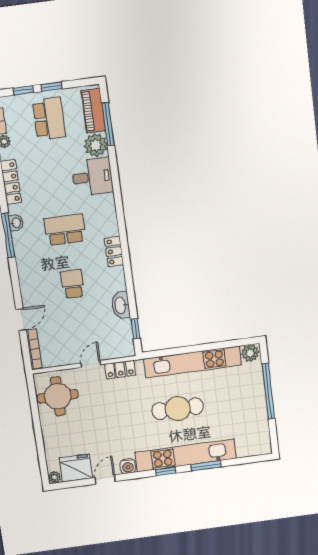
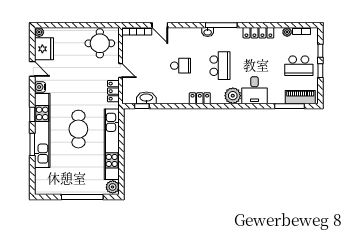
plant: (96, 145) -> (233, 96), moved
washbasin: (16, 223) -> (208, 32), moved
washbasin: (121, 305) -> (146, 98), moved

